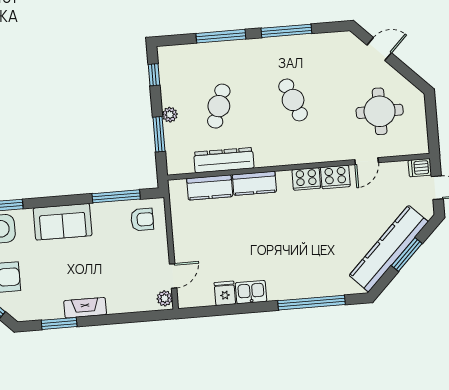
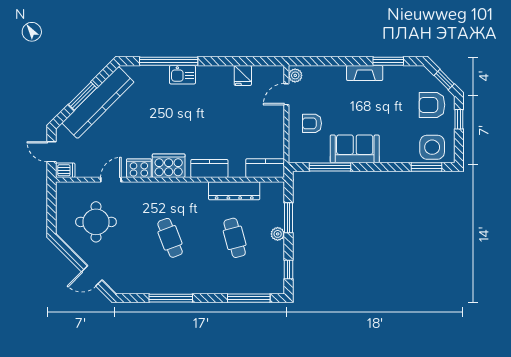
window: (221, 36) -> (249, 298), moved
cafe table: (219, 106) -> (235, 238), turned -33
cooker: (306, 179) -> (169, 166), width x1.37, depth x1.31
kitchen counter: (210, 187) -> (265, 168), moved
armchair: (142, 220) -> (312, 123), moved
sofa: (63, 222) -> (355, 149), moved
kitchen sink: (251, 292) -> (182, 75), moved

